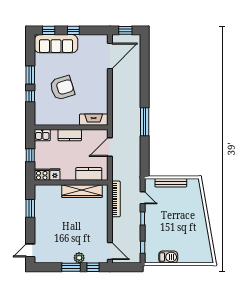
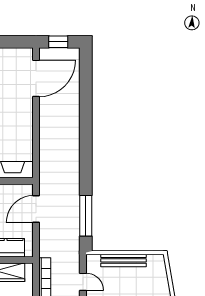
window: (145, 122) -> (86, 216), moved

